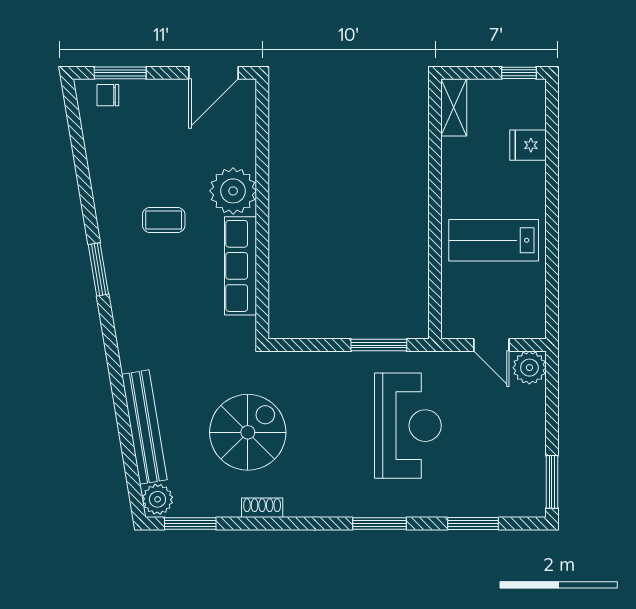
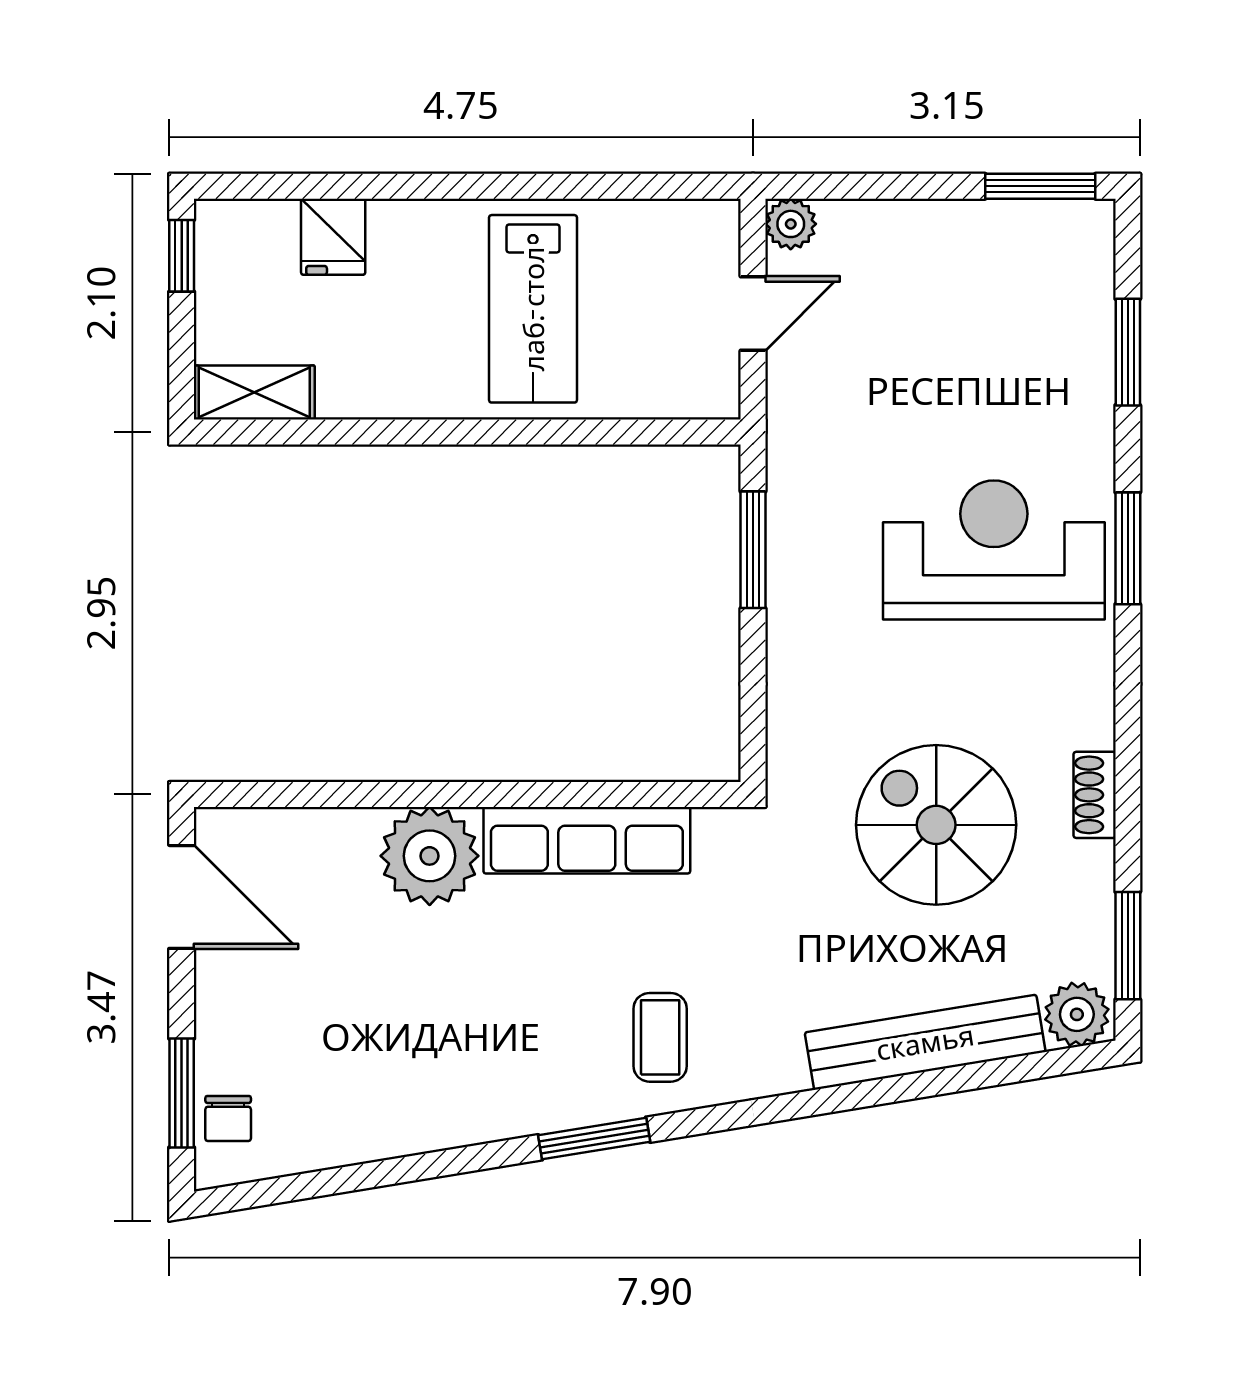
coffee table: (164, 220) -> (660, 1037), moved
plant: (529, 368) -> (791, 224), width x0.73, depth x0.73
reception desk: (408, 426) -> (994, 550), moved

